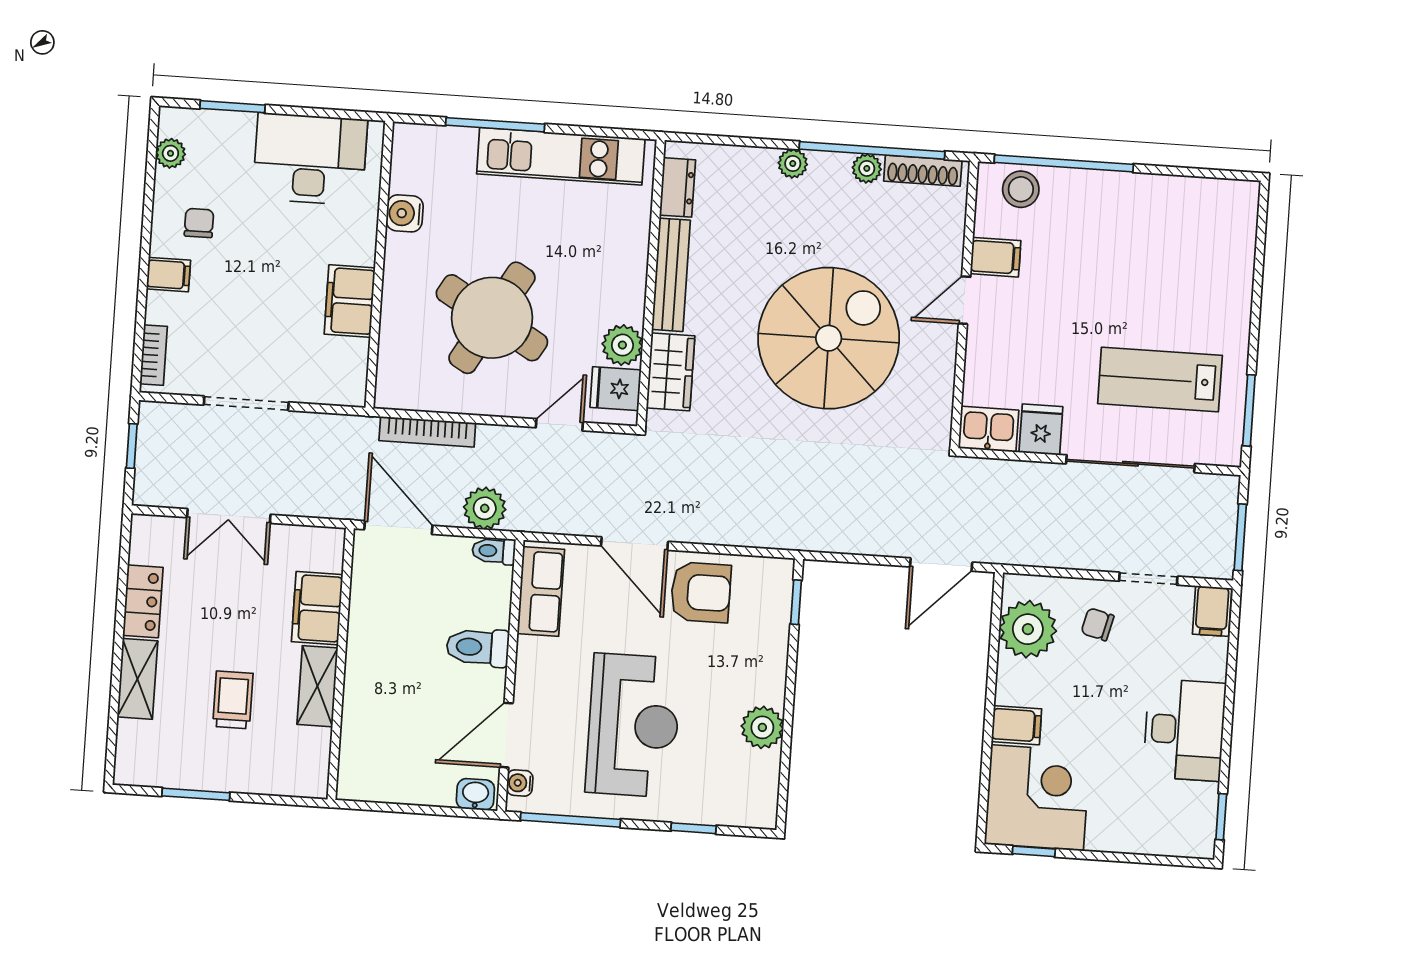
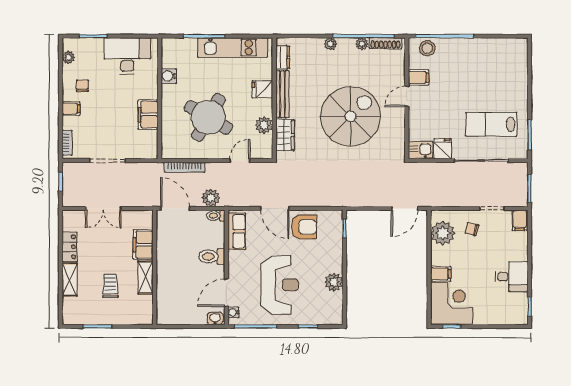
fridge: (616, 389) -> (262, 89), moved
desk: (1185, 730) -> (512, 277), width x0.73

